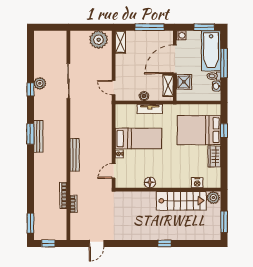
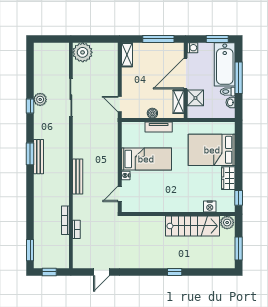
plant: (99, 40) -> (83, 52), moved
window: (224, 130) -> (239, 198), moved
floor lamp: (150, 182) -> (159, 206), removed

